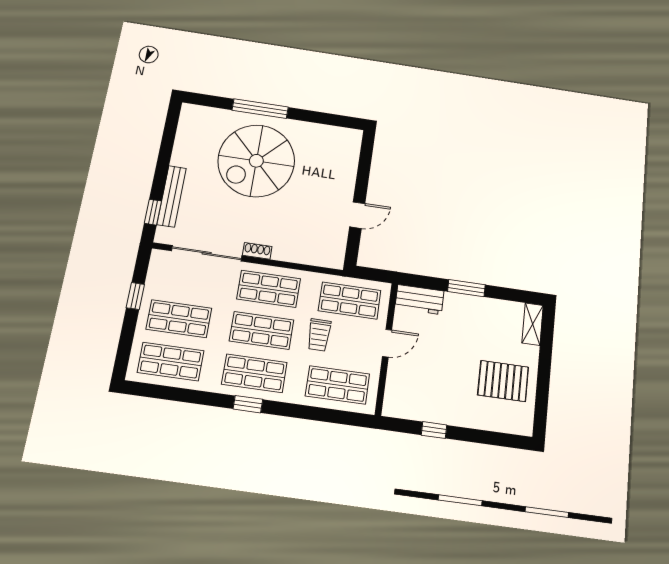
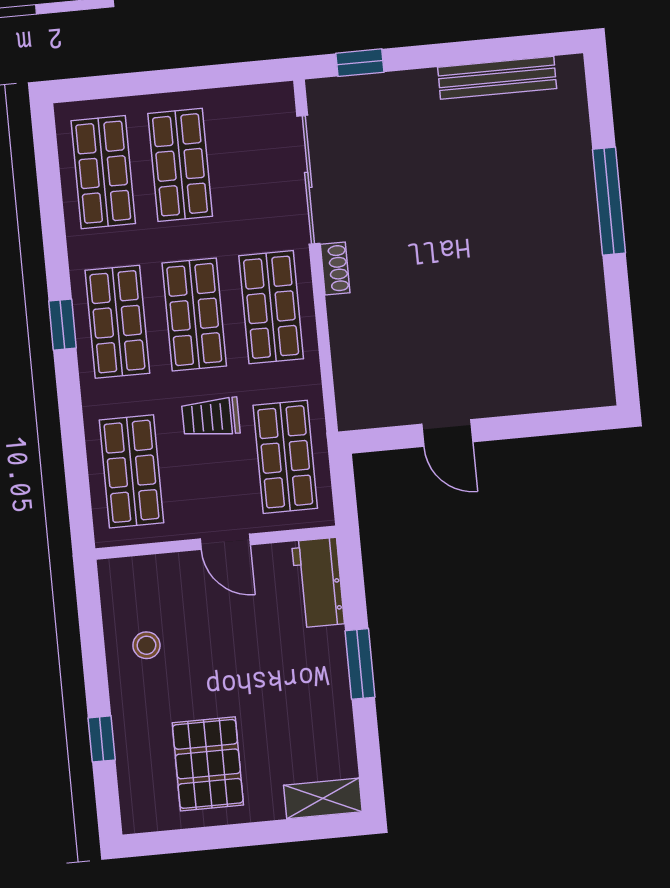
spiral stairs: (256, 161) -> (504, 221), removed
bench: (172, 196) -> (497, 78), moved
window: (135, 296) -> (201, 78), removed
stool: (433, 399) -> (146, 645), added
window: (434, 430) -> (102, 739), moved

